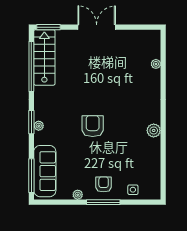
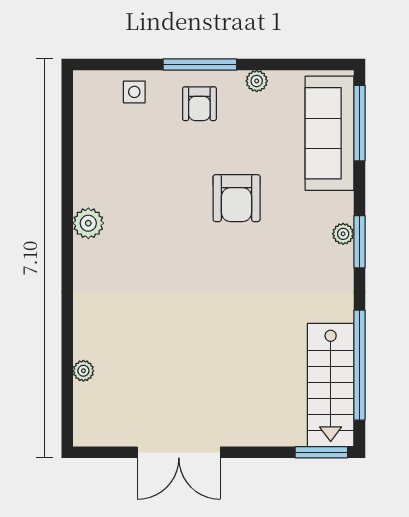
double door: (97, 27) -> (179, 452), moved
armchair: (93, 126) -> (237, 198), moved

